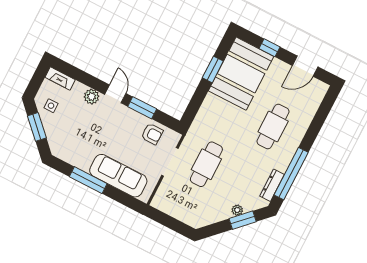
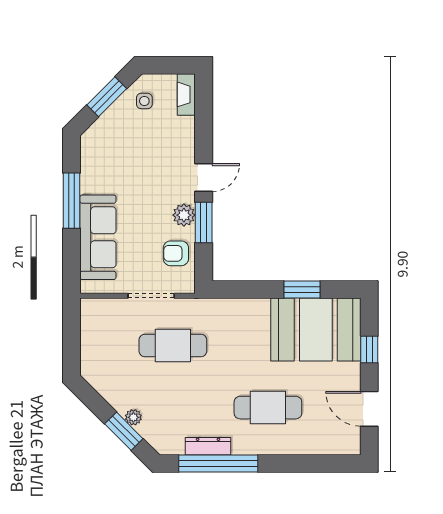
plant: (92, 97) -> (184, 215), moved
armchair: (152, 134) -> (176, 253), turned 90
dresser: (272, 185) -> (208, 446), moved

